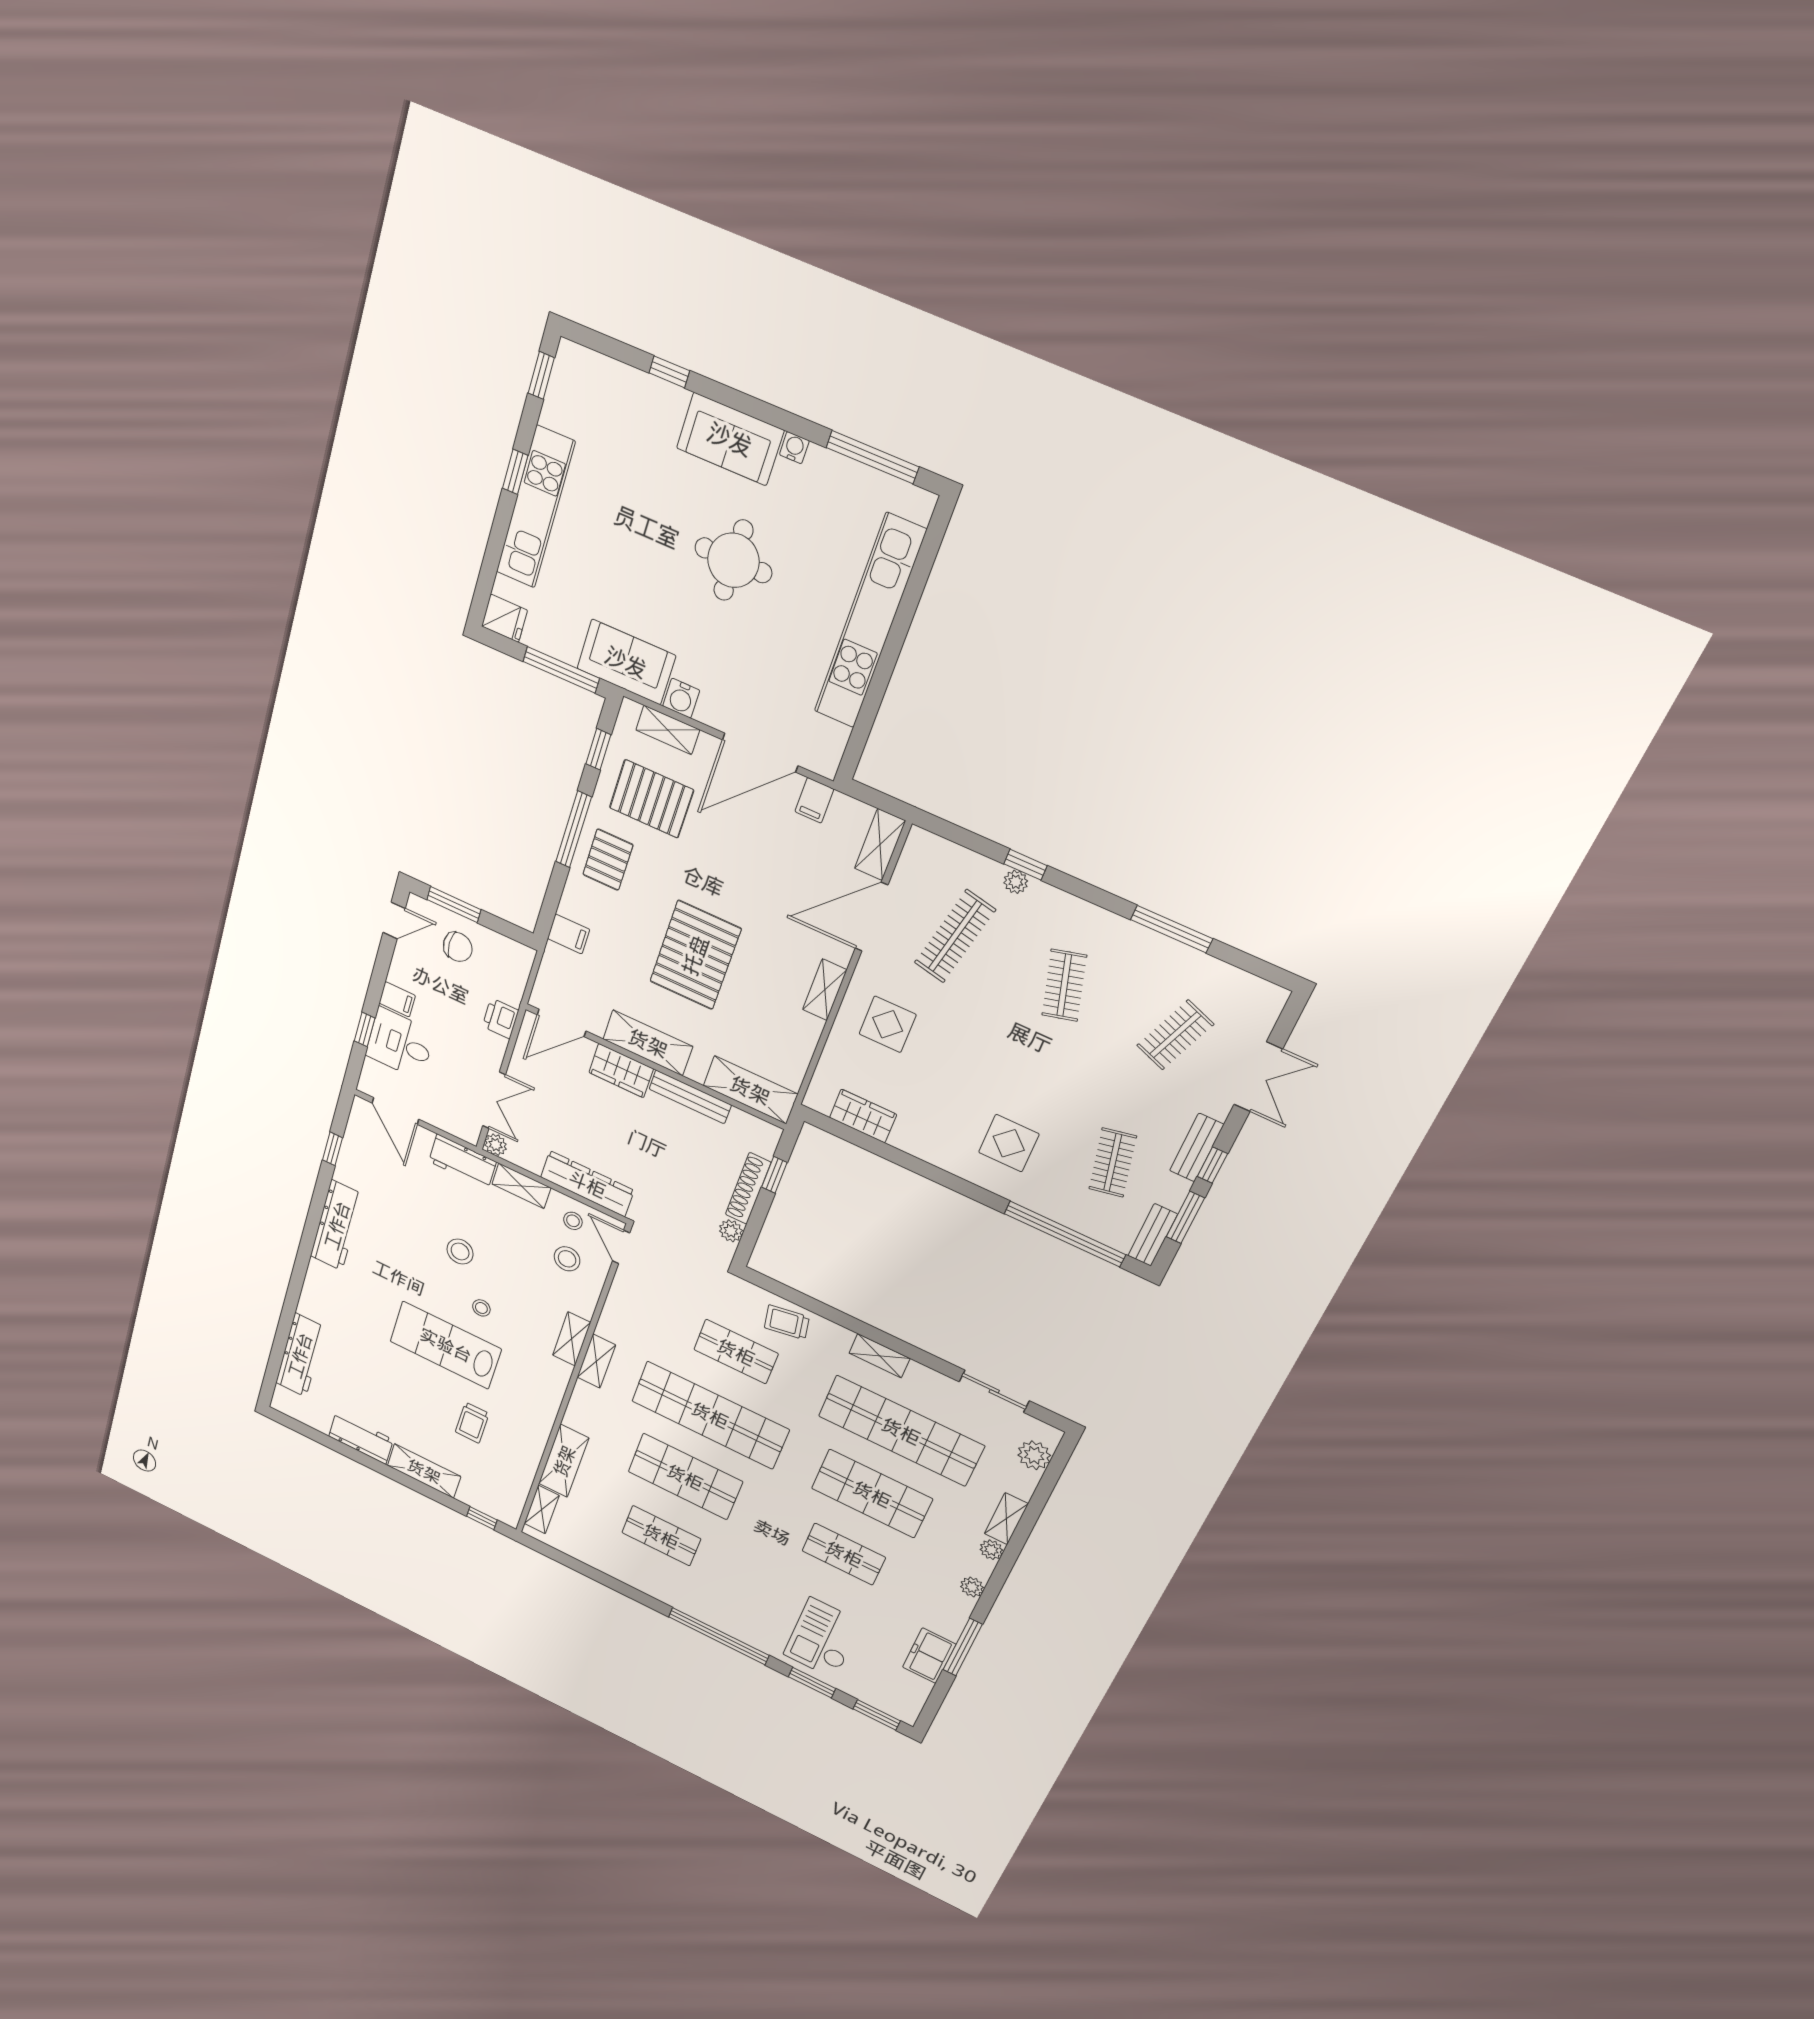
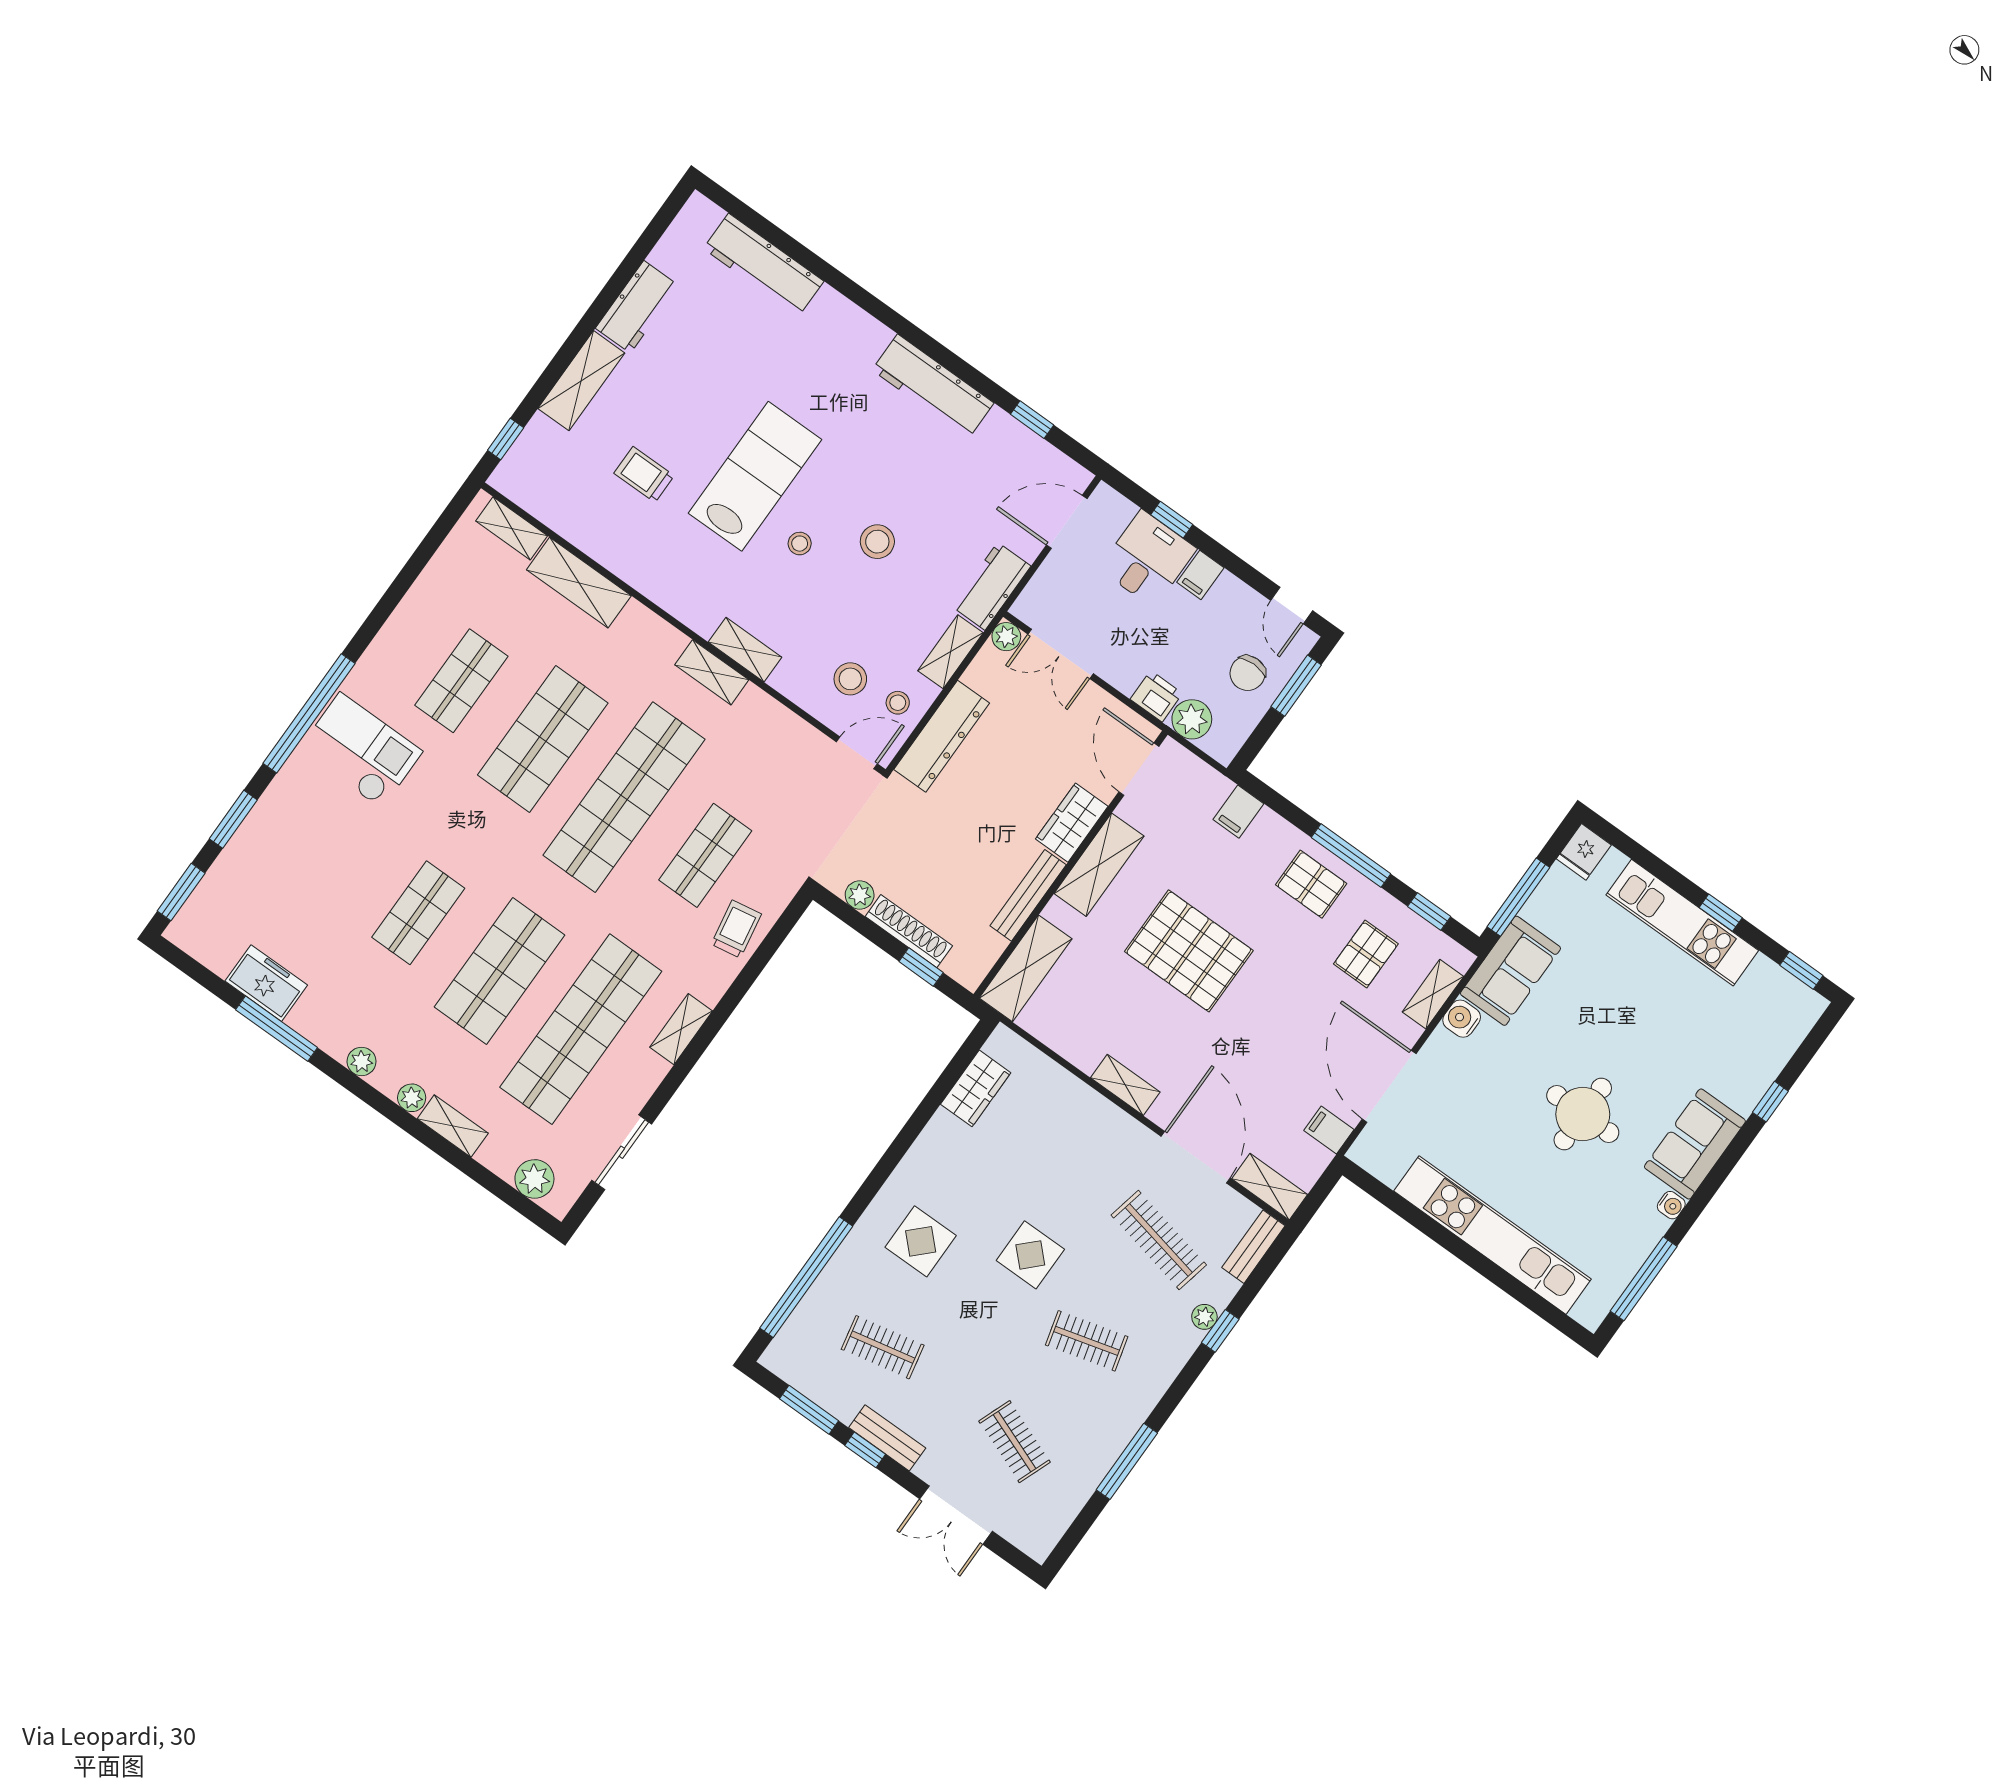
pallet: (651, 799) -> (1366, 954), width x0.67, depth x0.71
plant: (509, 986) -> (1192, 719), added
display table: (888, 1024) -> (1030, 1255), moved
bench: (1153, 1235) -> (1253, 1247), moved, turned 90
checkout: (822, 1638) -> (361, 751), moved

